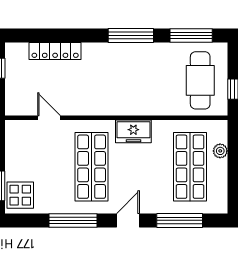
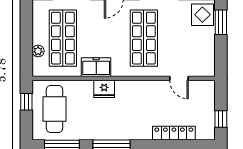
fridge: (140, 105) -> (104, 89), added
freezer: (133, 131) -> (96, 67), moved

